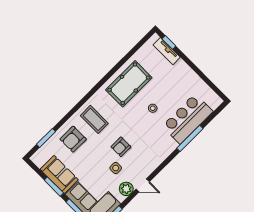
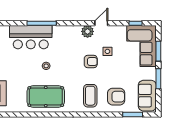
sofa: (59, 174) -> (147, 96), moved
door: (143, 185) -> (101, 23), hinge flipped
plant: (126, 189) -> (88, 31), moved

